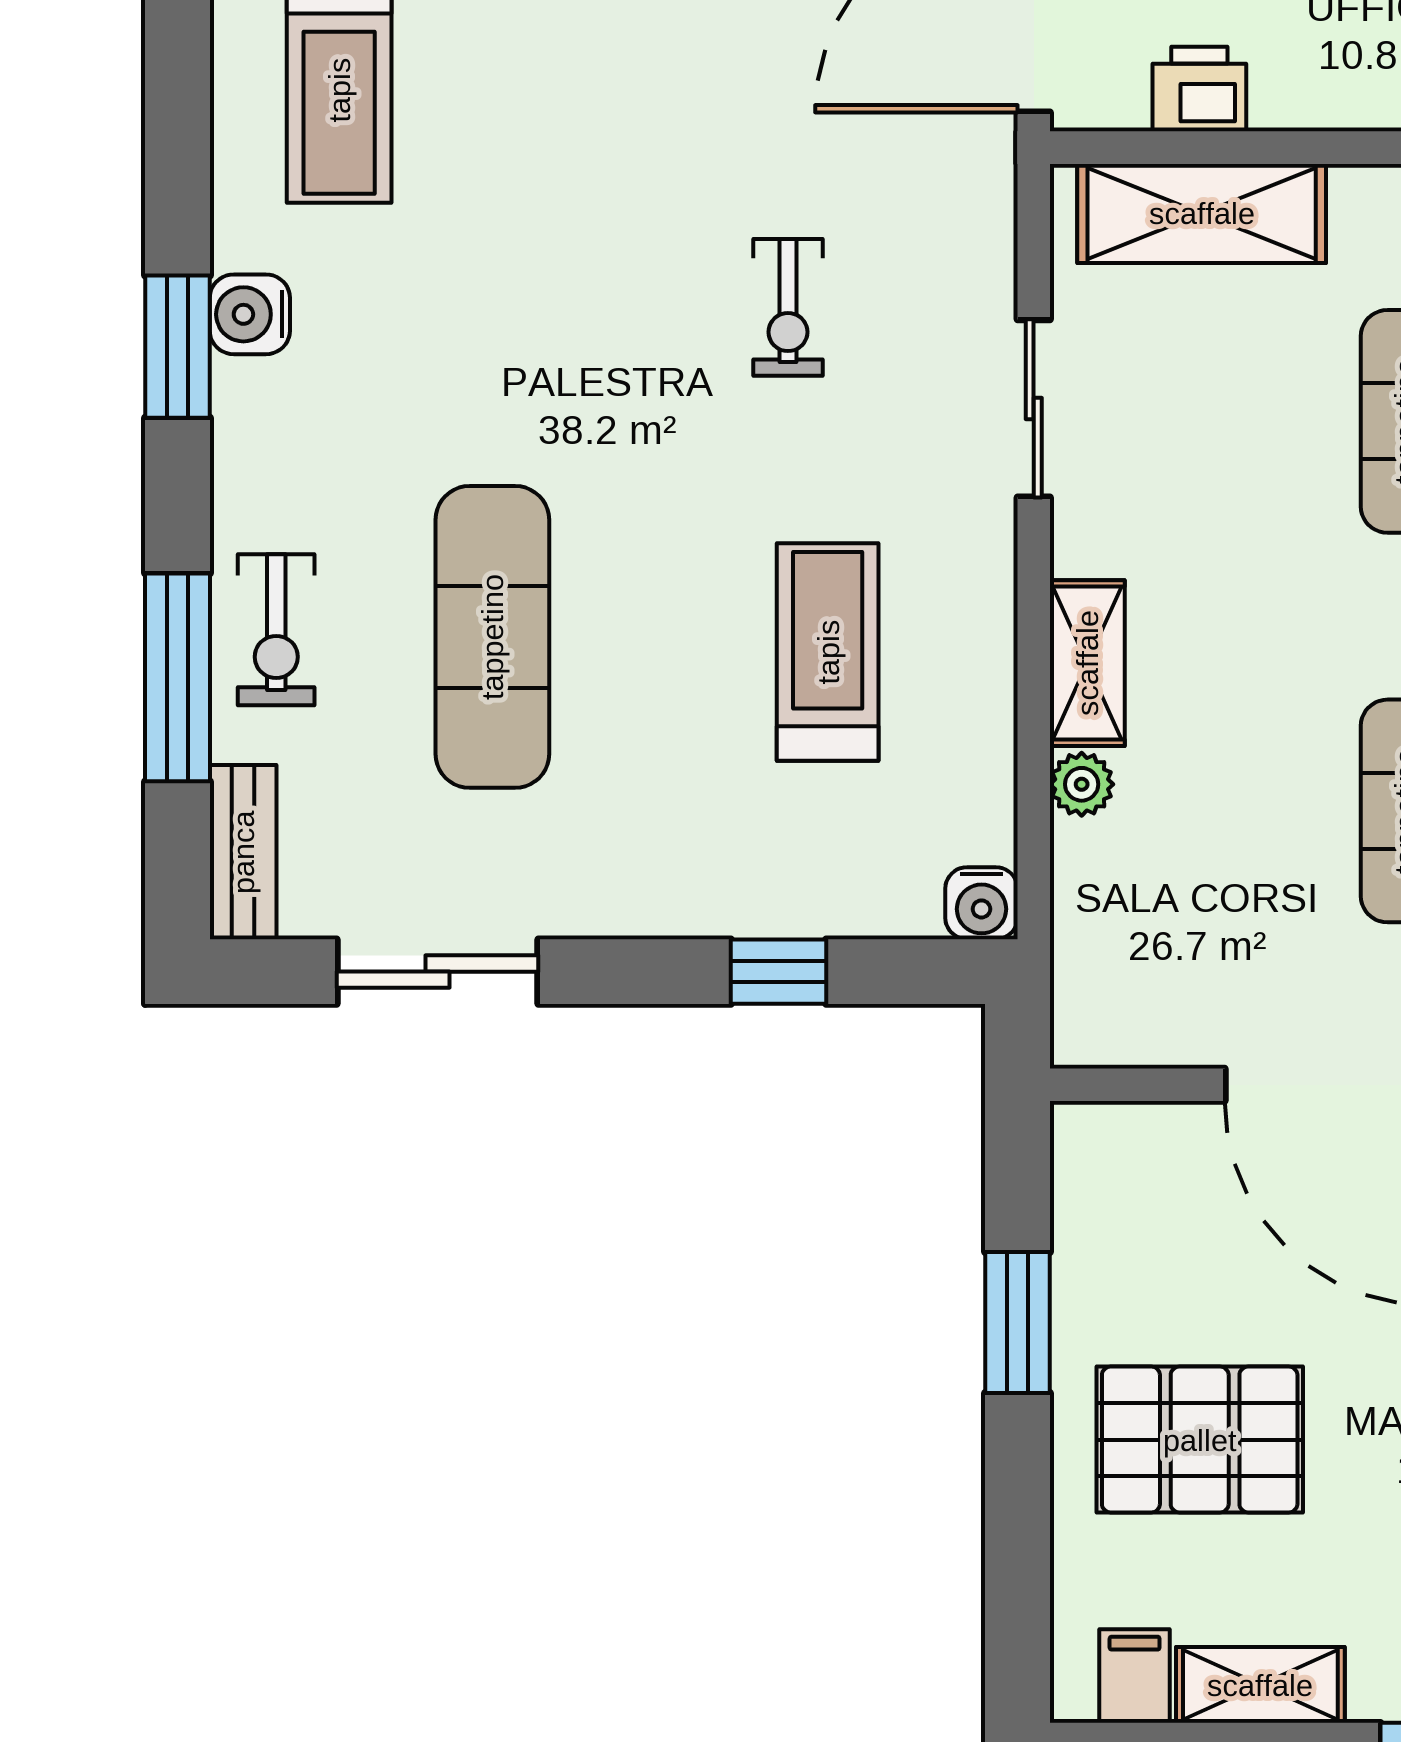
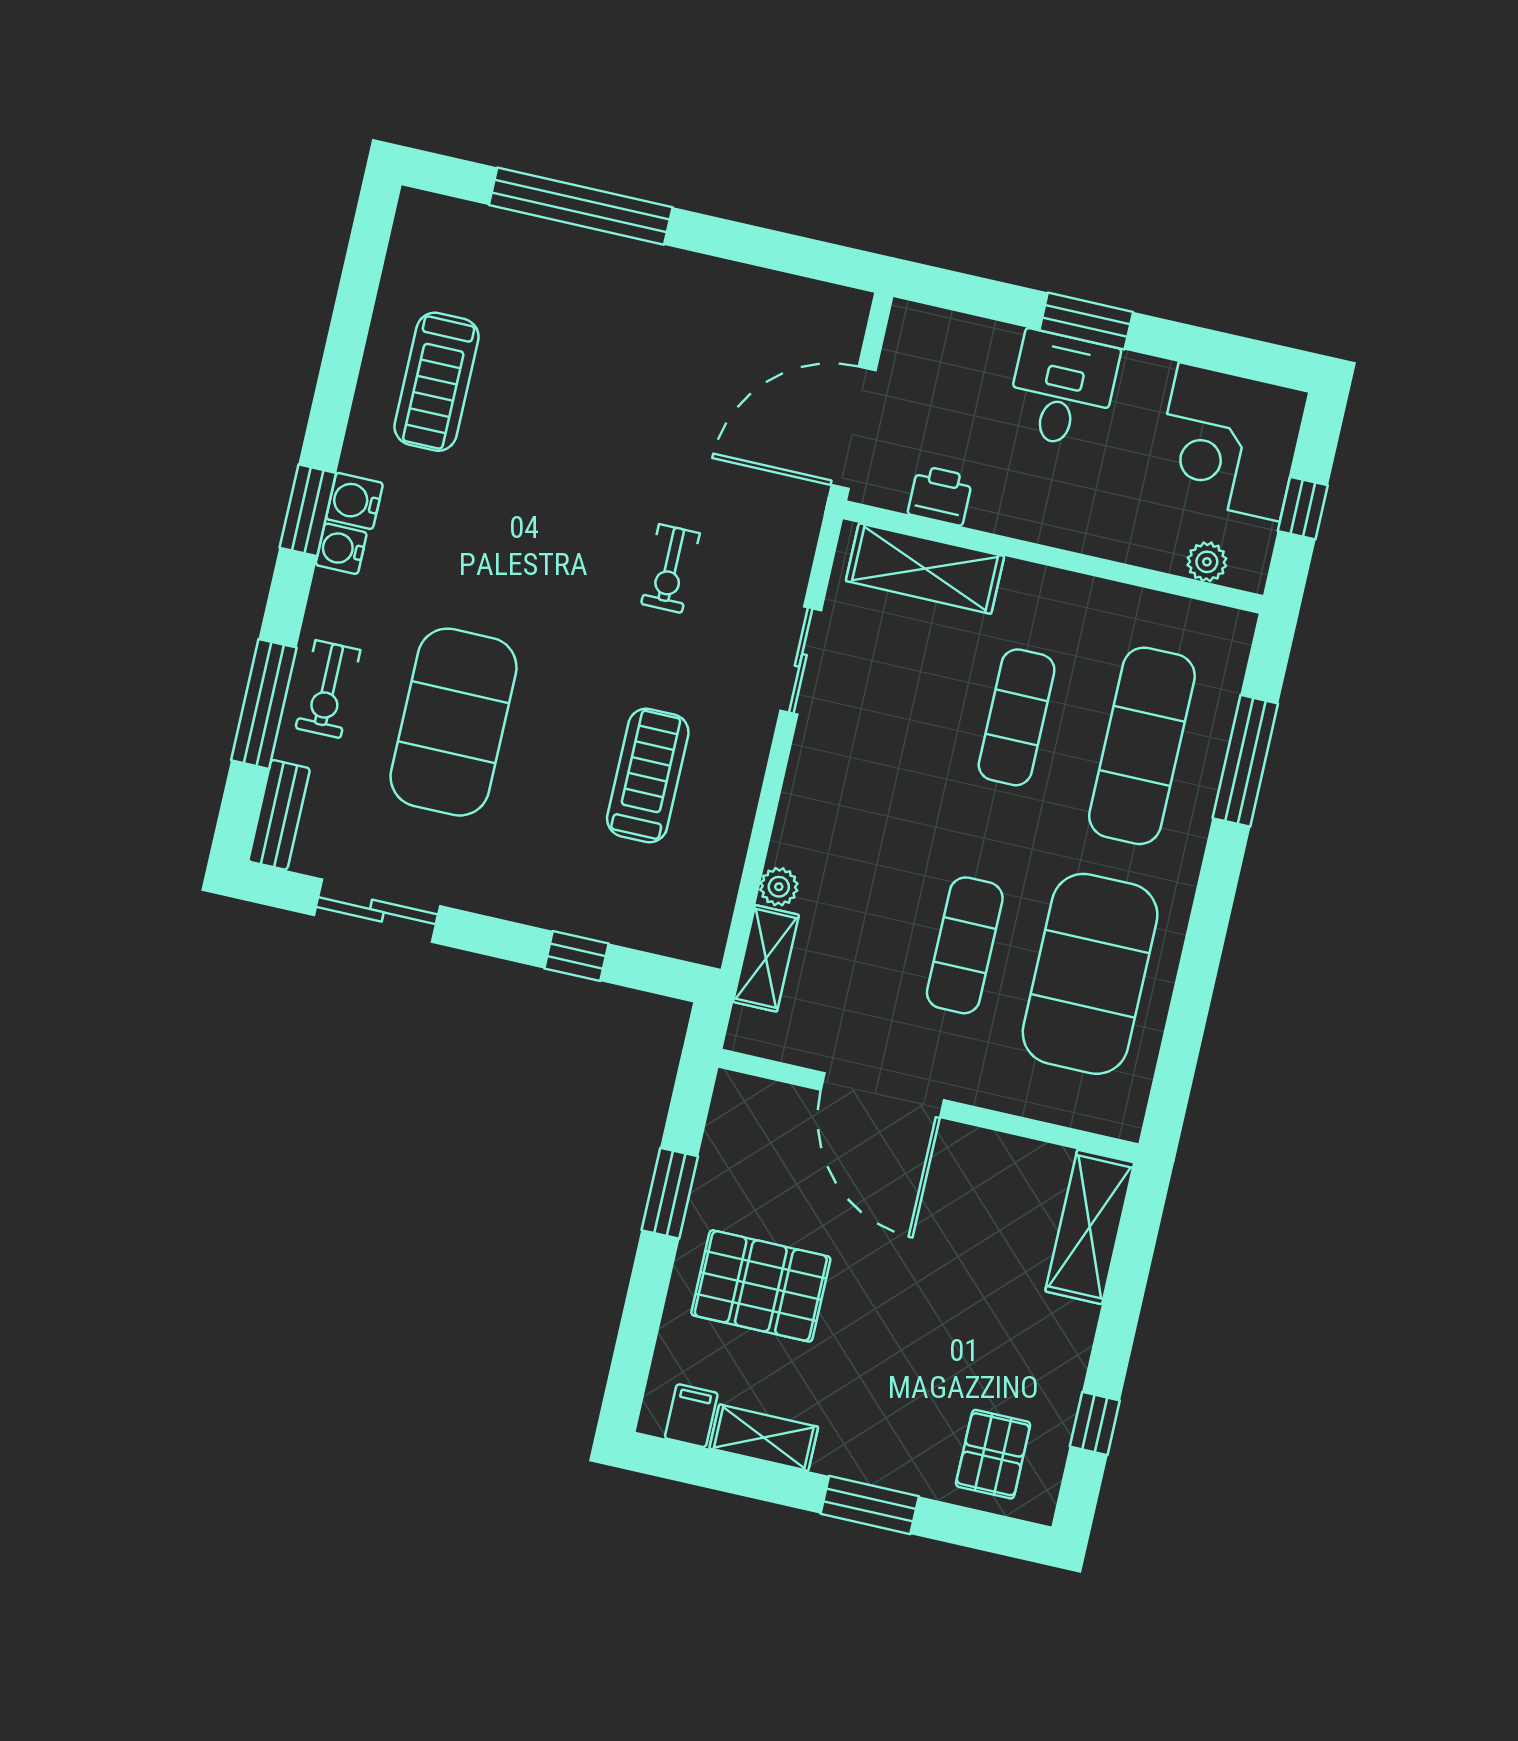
exercise mat: (492, 637) -> (454, 722), width x1.47
shelving: (1087, 663) -> (766, 958), moved
water cooler: (981, 903) -> (341, 549), moved, turned 90

